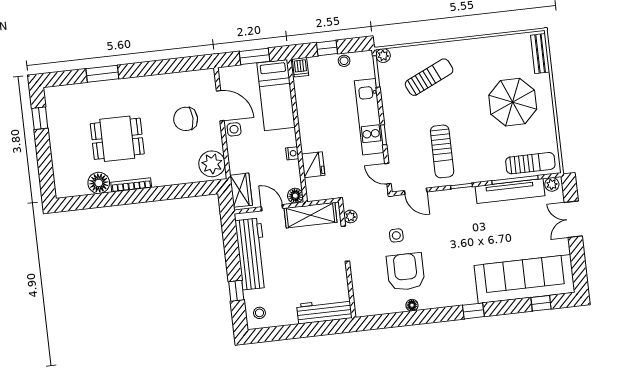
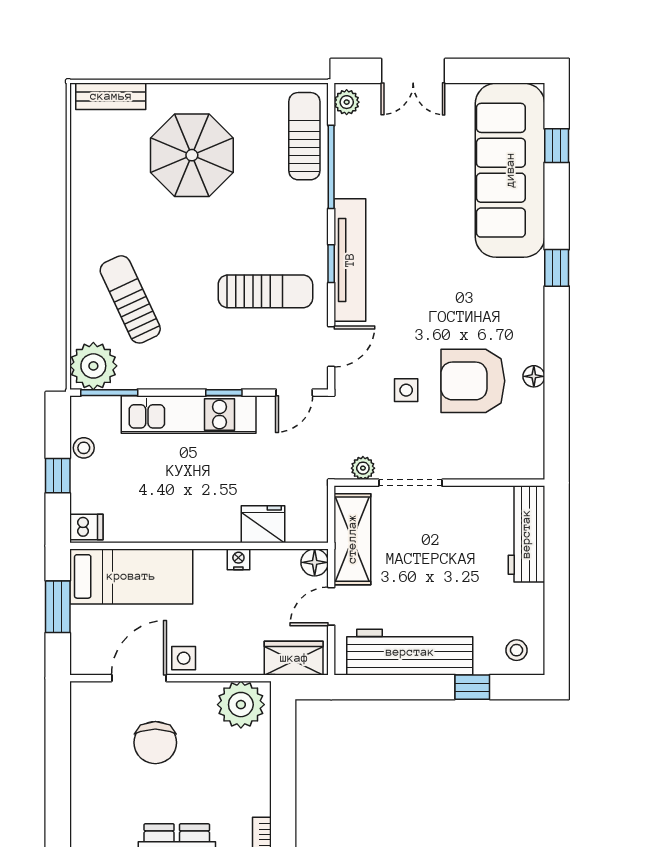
plant: (383, 56) -> (93, 366), width x1.87, depth x1.87
tv unit: (510, 191) -> (350, 260), moved

